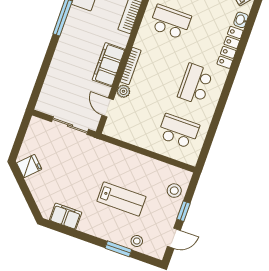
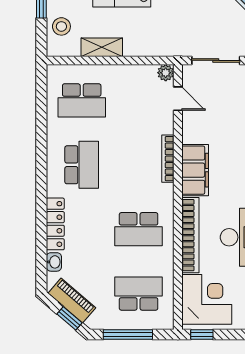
filing cabinet: (109, 65) -> (195, 170), moved
plant: (123, 91) -> (166, 73), moved
shelving: (150, 165) -> (102, 47), added

